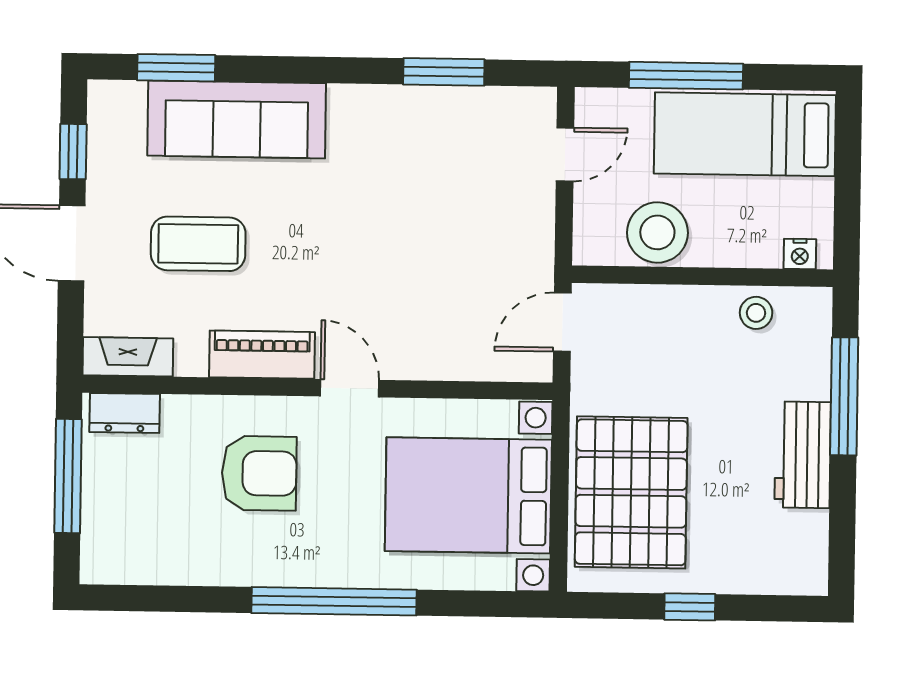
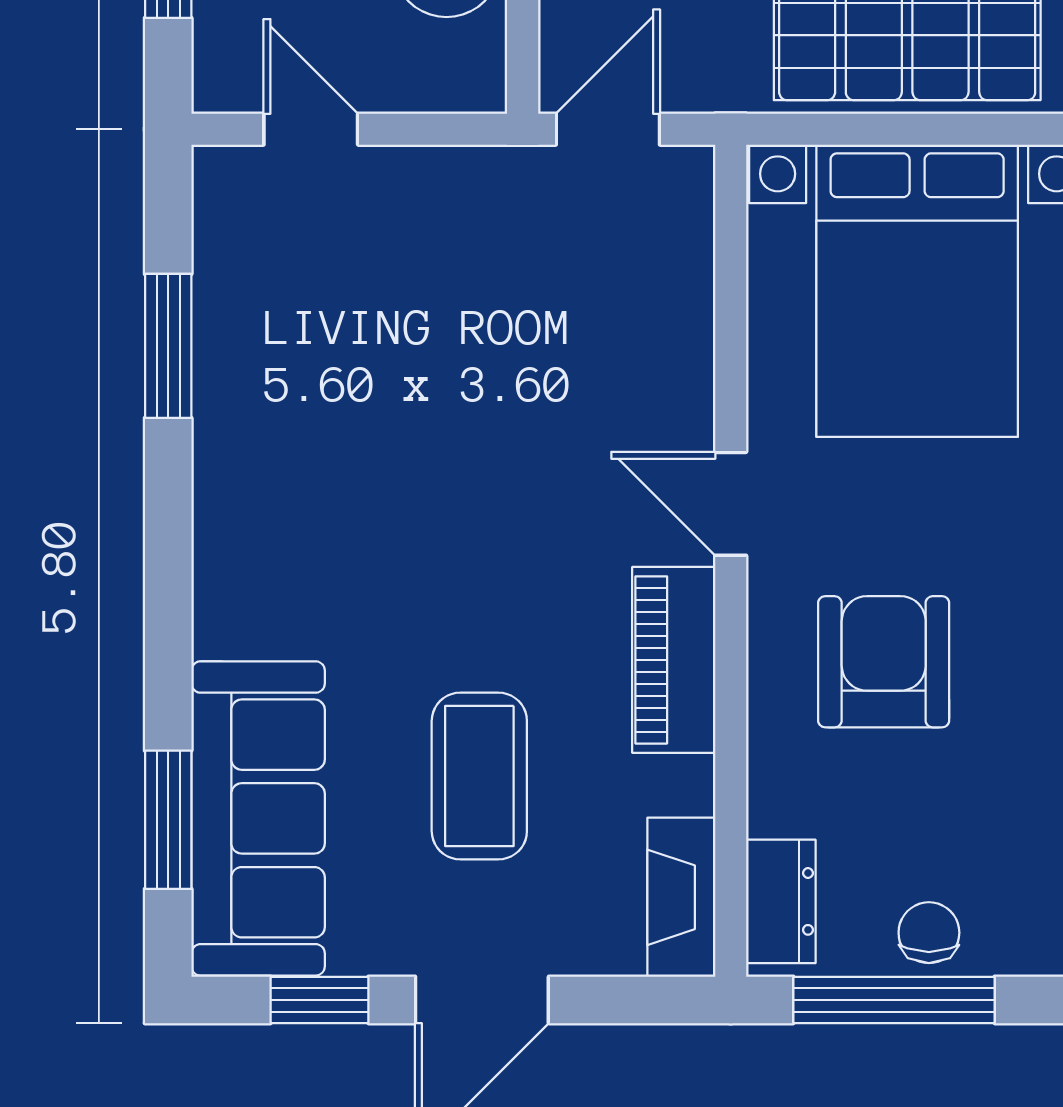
sofa: (237, 119) -> (258, 818), moved
door: (562, 322) -> (608, 129), swing flipped
door: (350, 388) -> (731, 504), hinge flipped
chair: (106, 496) -> (929, 933), added

